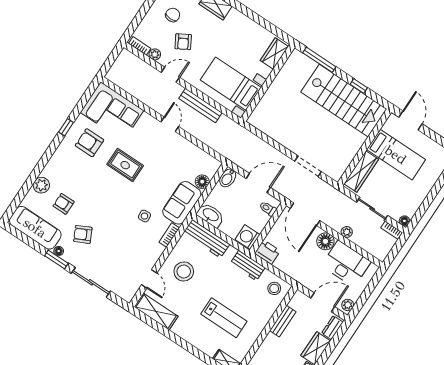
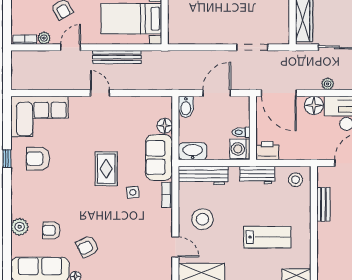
rug: (125, 165) -> (106, 169), moved, turned 90
toilet: (268, 209) -> (241, 132), moved

